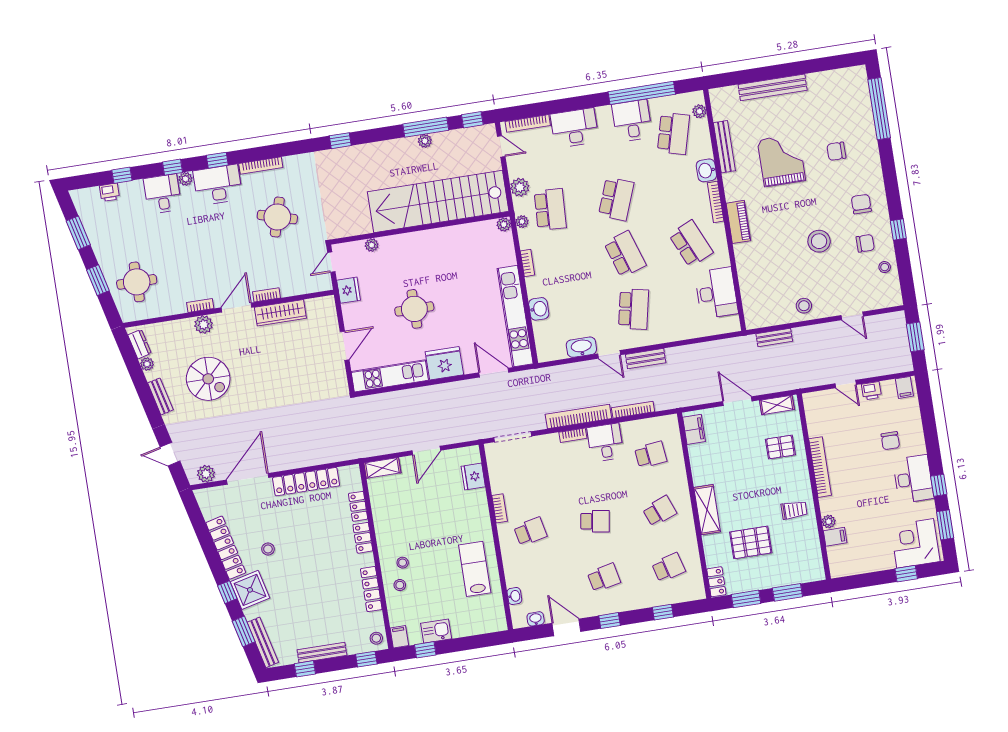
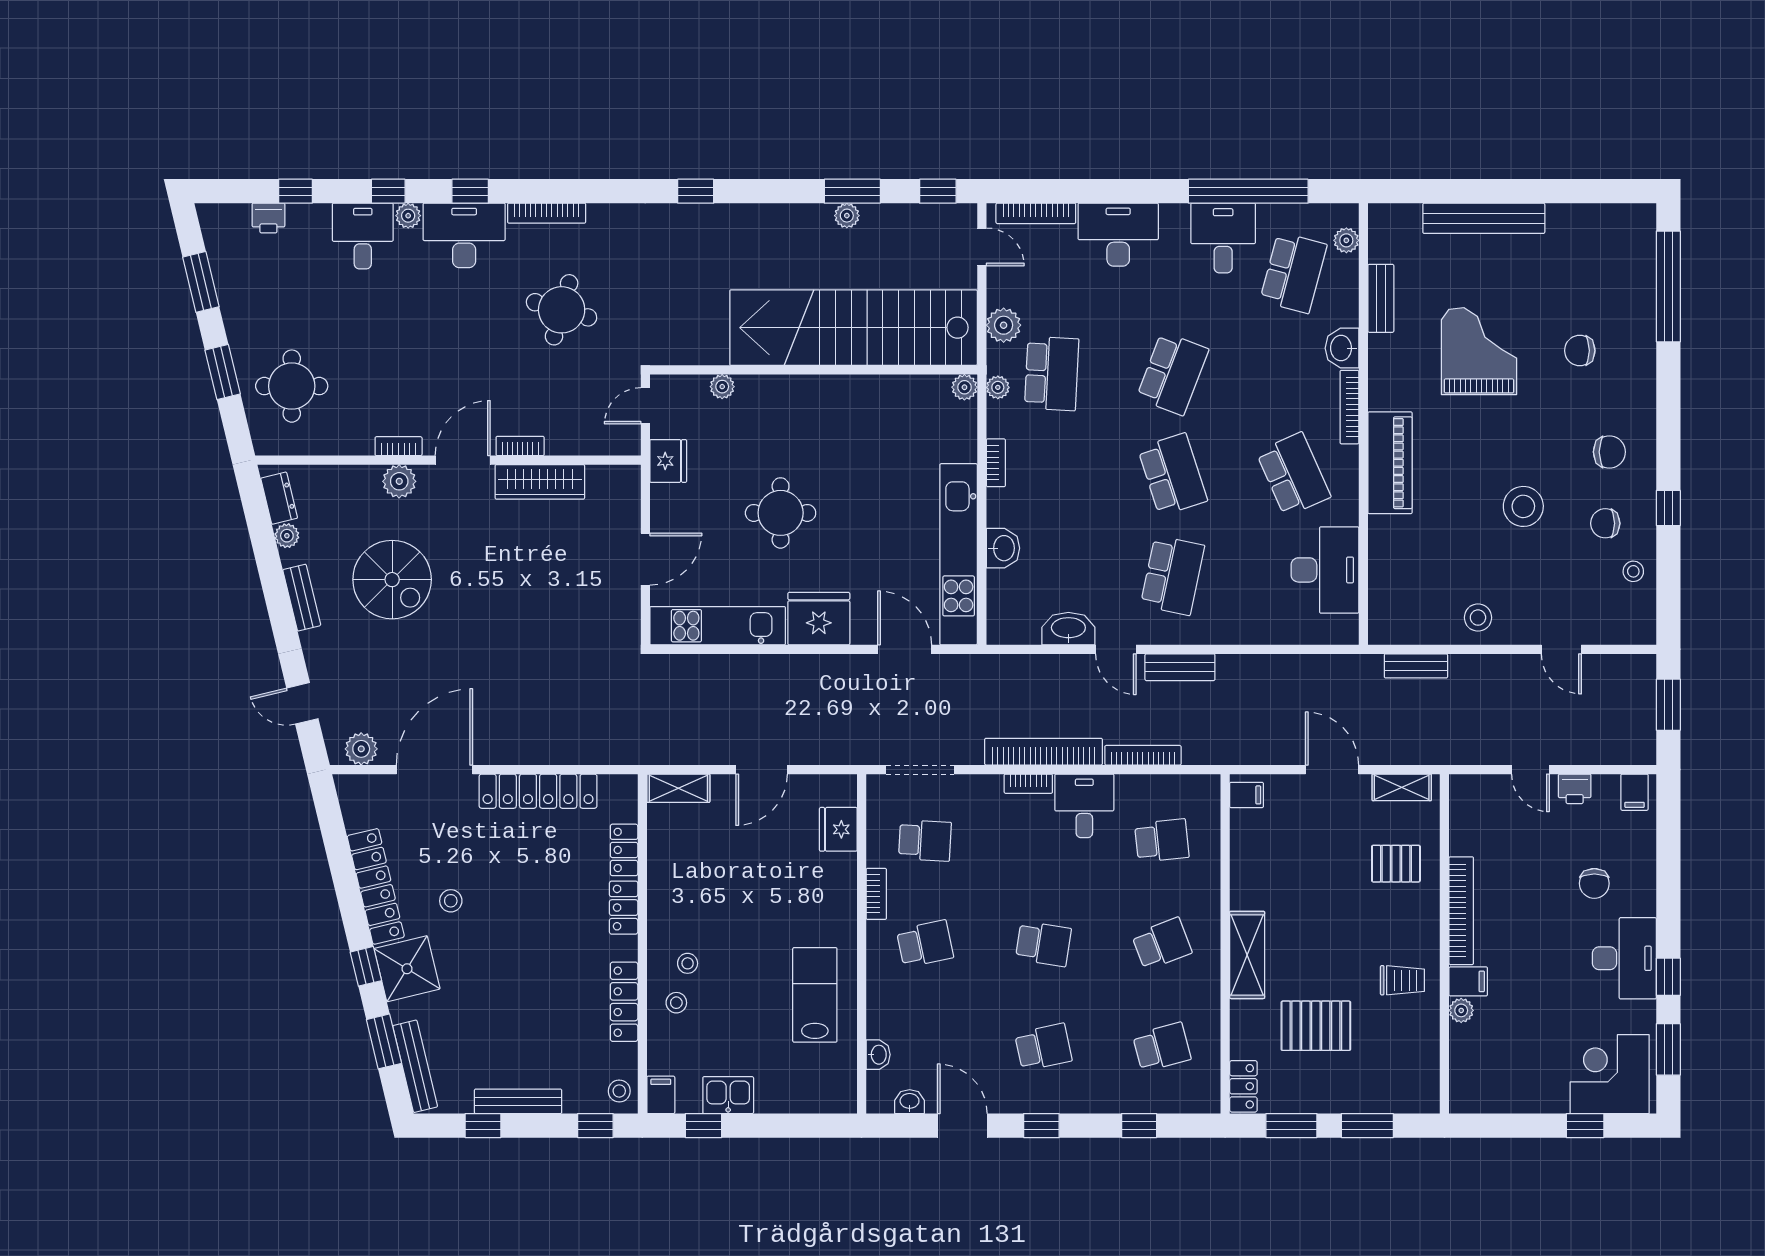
window: (426, 127) -> (852, 191), width x0.69
bench: (724, 147) -> (1381, 298), width x0.73
chair: (861, 204) -> (1609, 452), turned 90
piano: (738, 222) -> (1390, 463), width x1.37, depth x1.33
chair: (865, 243) -> (1605, 523), turned 180
filing cabinet: (694, 429) -> (1247, 795), width x0.50
school desk: (521, 475) -> (925, 841), added
filing cabinet: (835, 537) -> (1468, 981), moved

